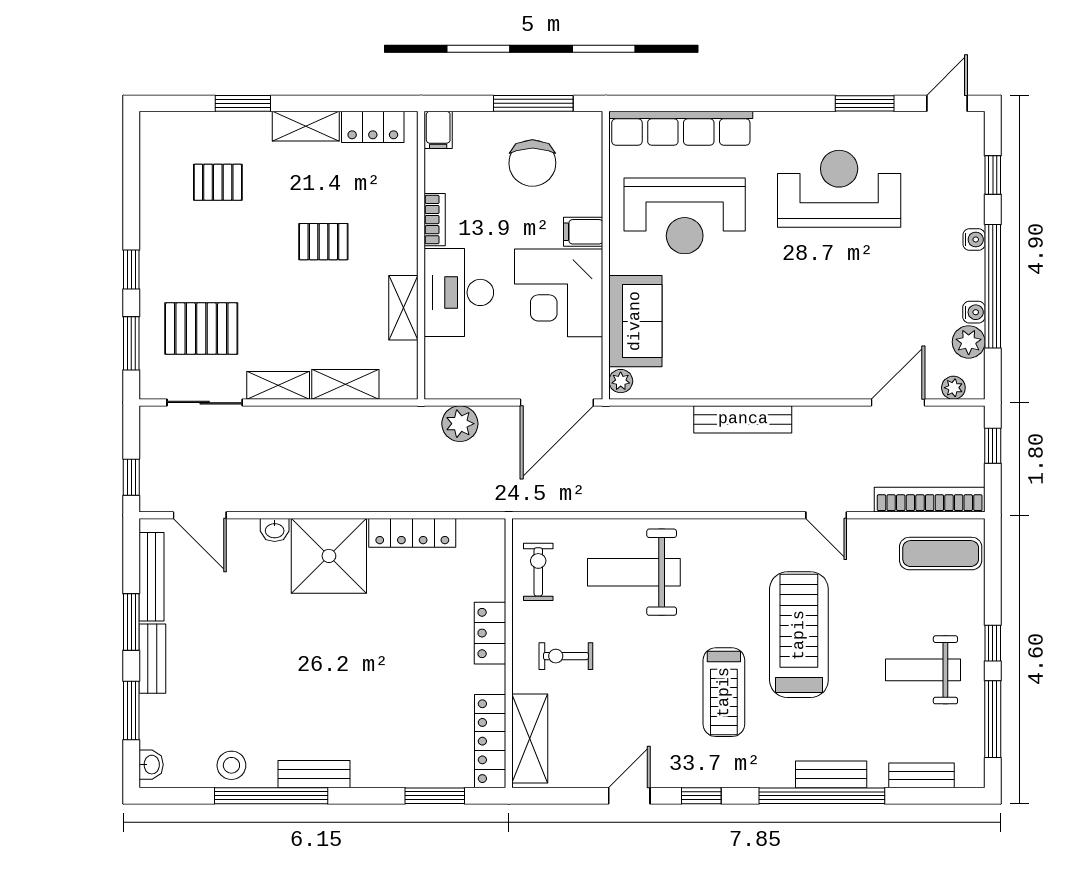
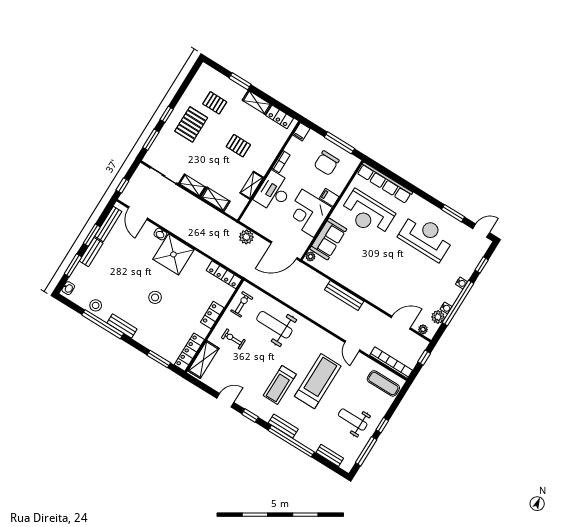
pallet: (201, 329) -> (191, 124), moved, turned 90
locker: (412, 533) -> (224, 275), moved
stool: (346, 671) -> (155, 297), added
bench: (831, 774) -> (283, 426), moved

